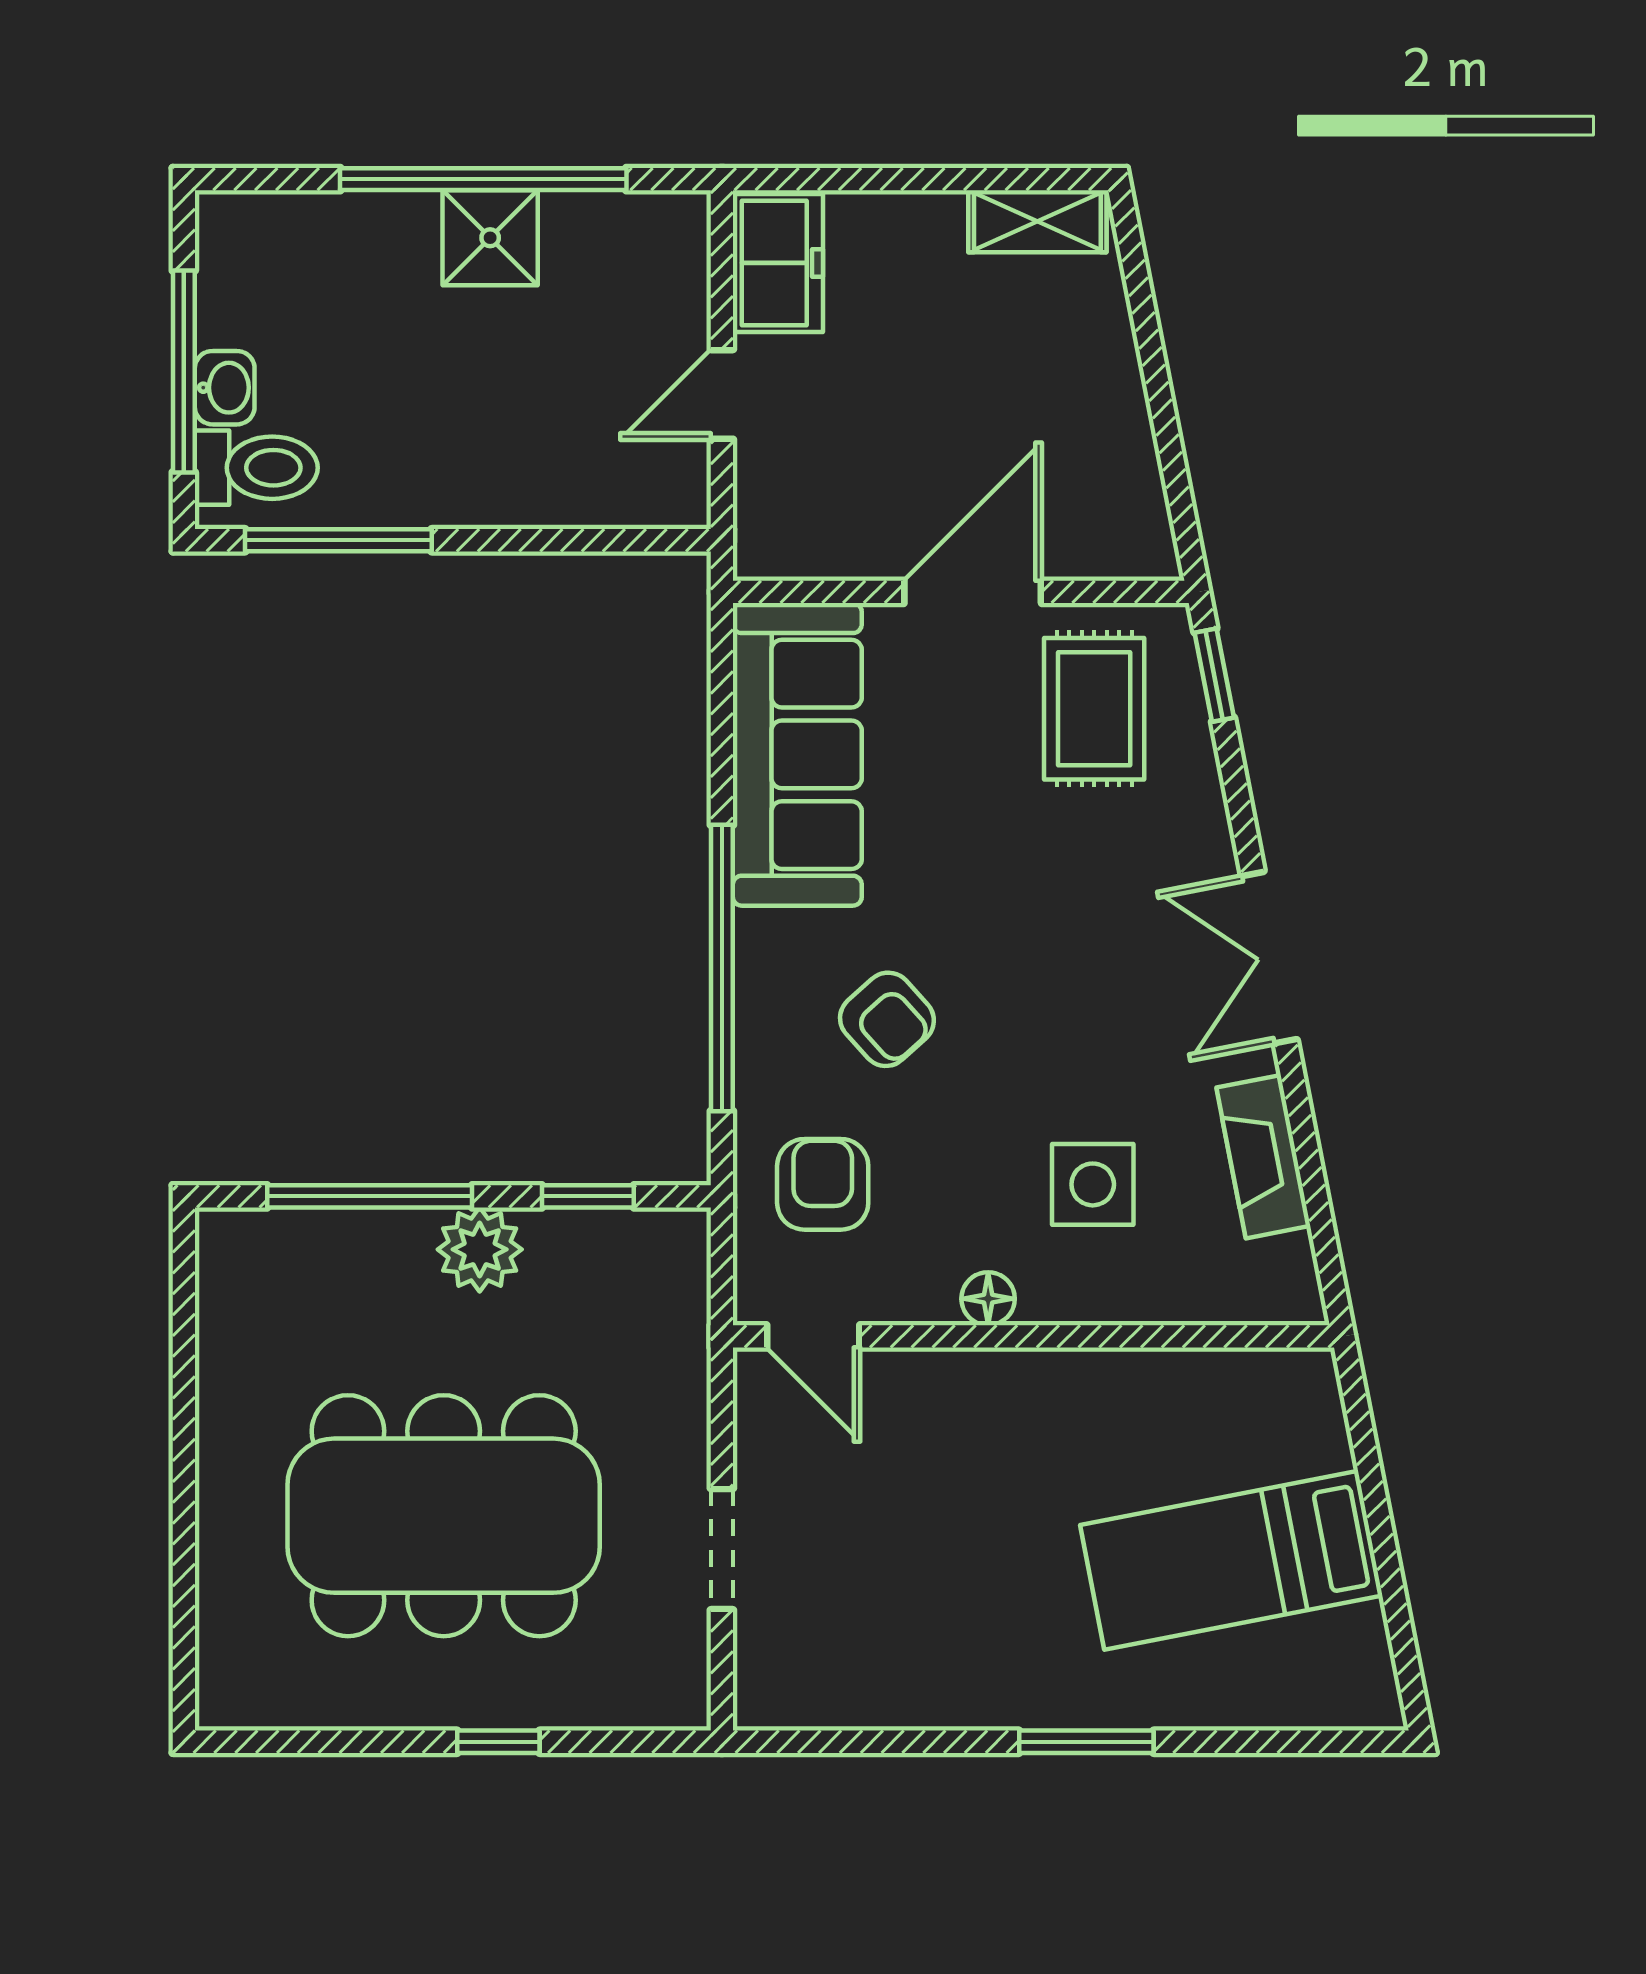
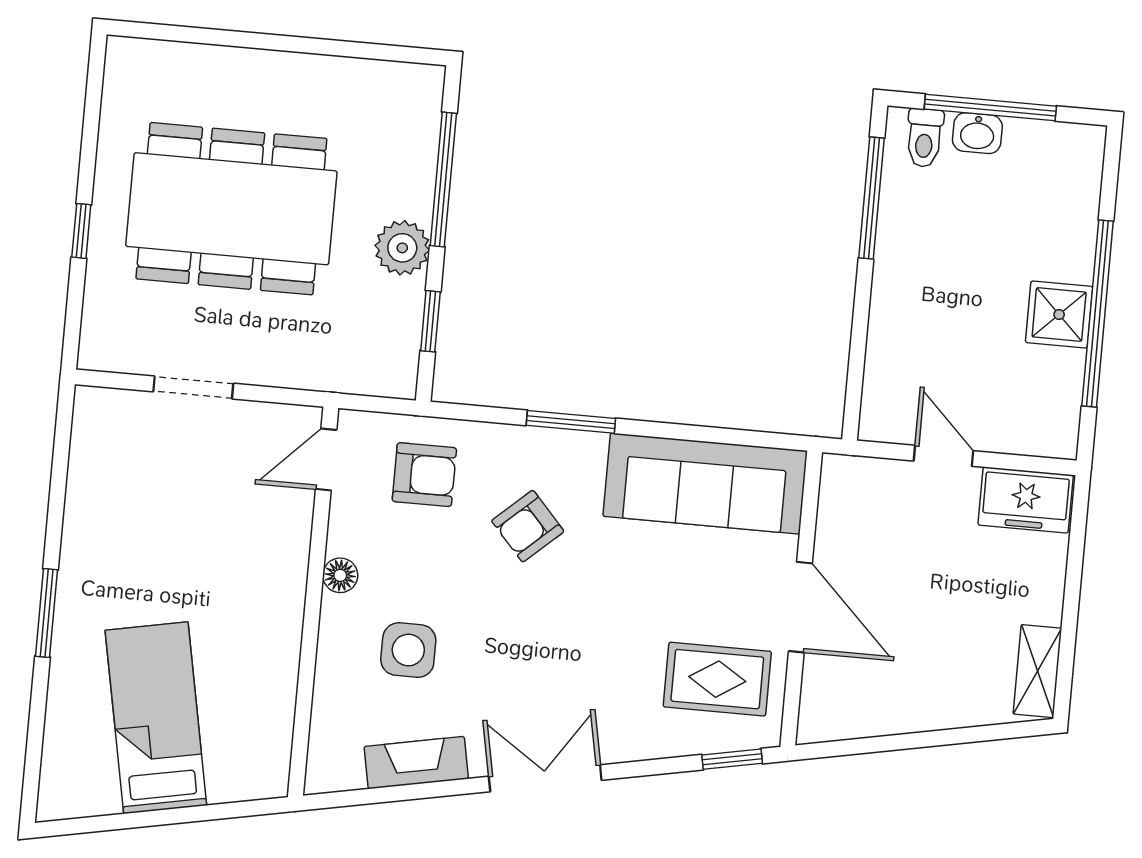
toilet: (256, 468) -> (924, 138), width x0.73, depth x0.72
window: (722, 968) -> (571, 422), width x0.47
dining table: (444, 1516) -> (231, 209), turned 90

